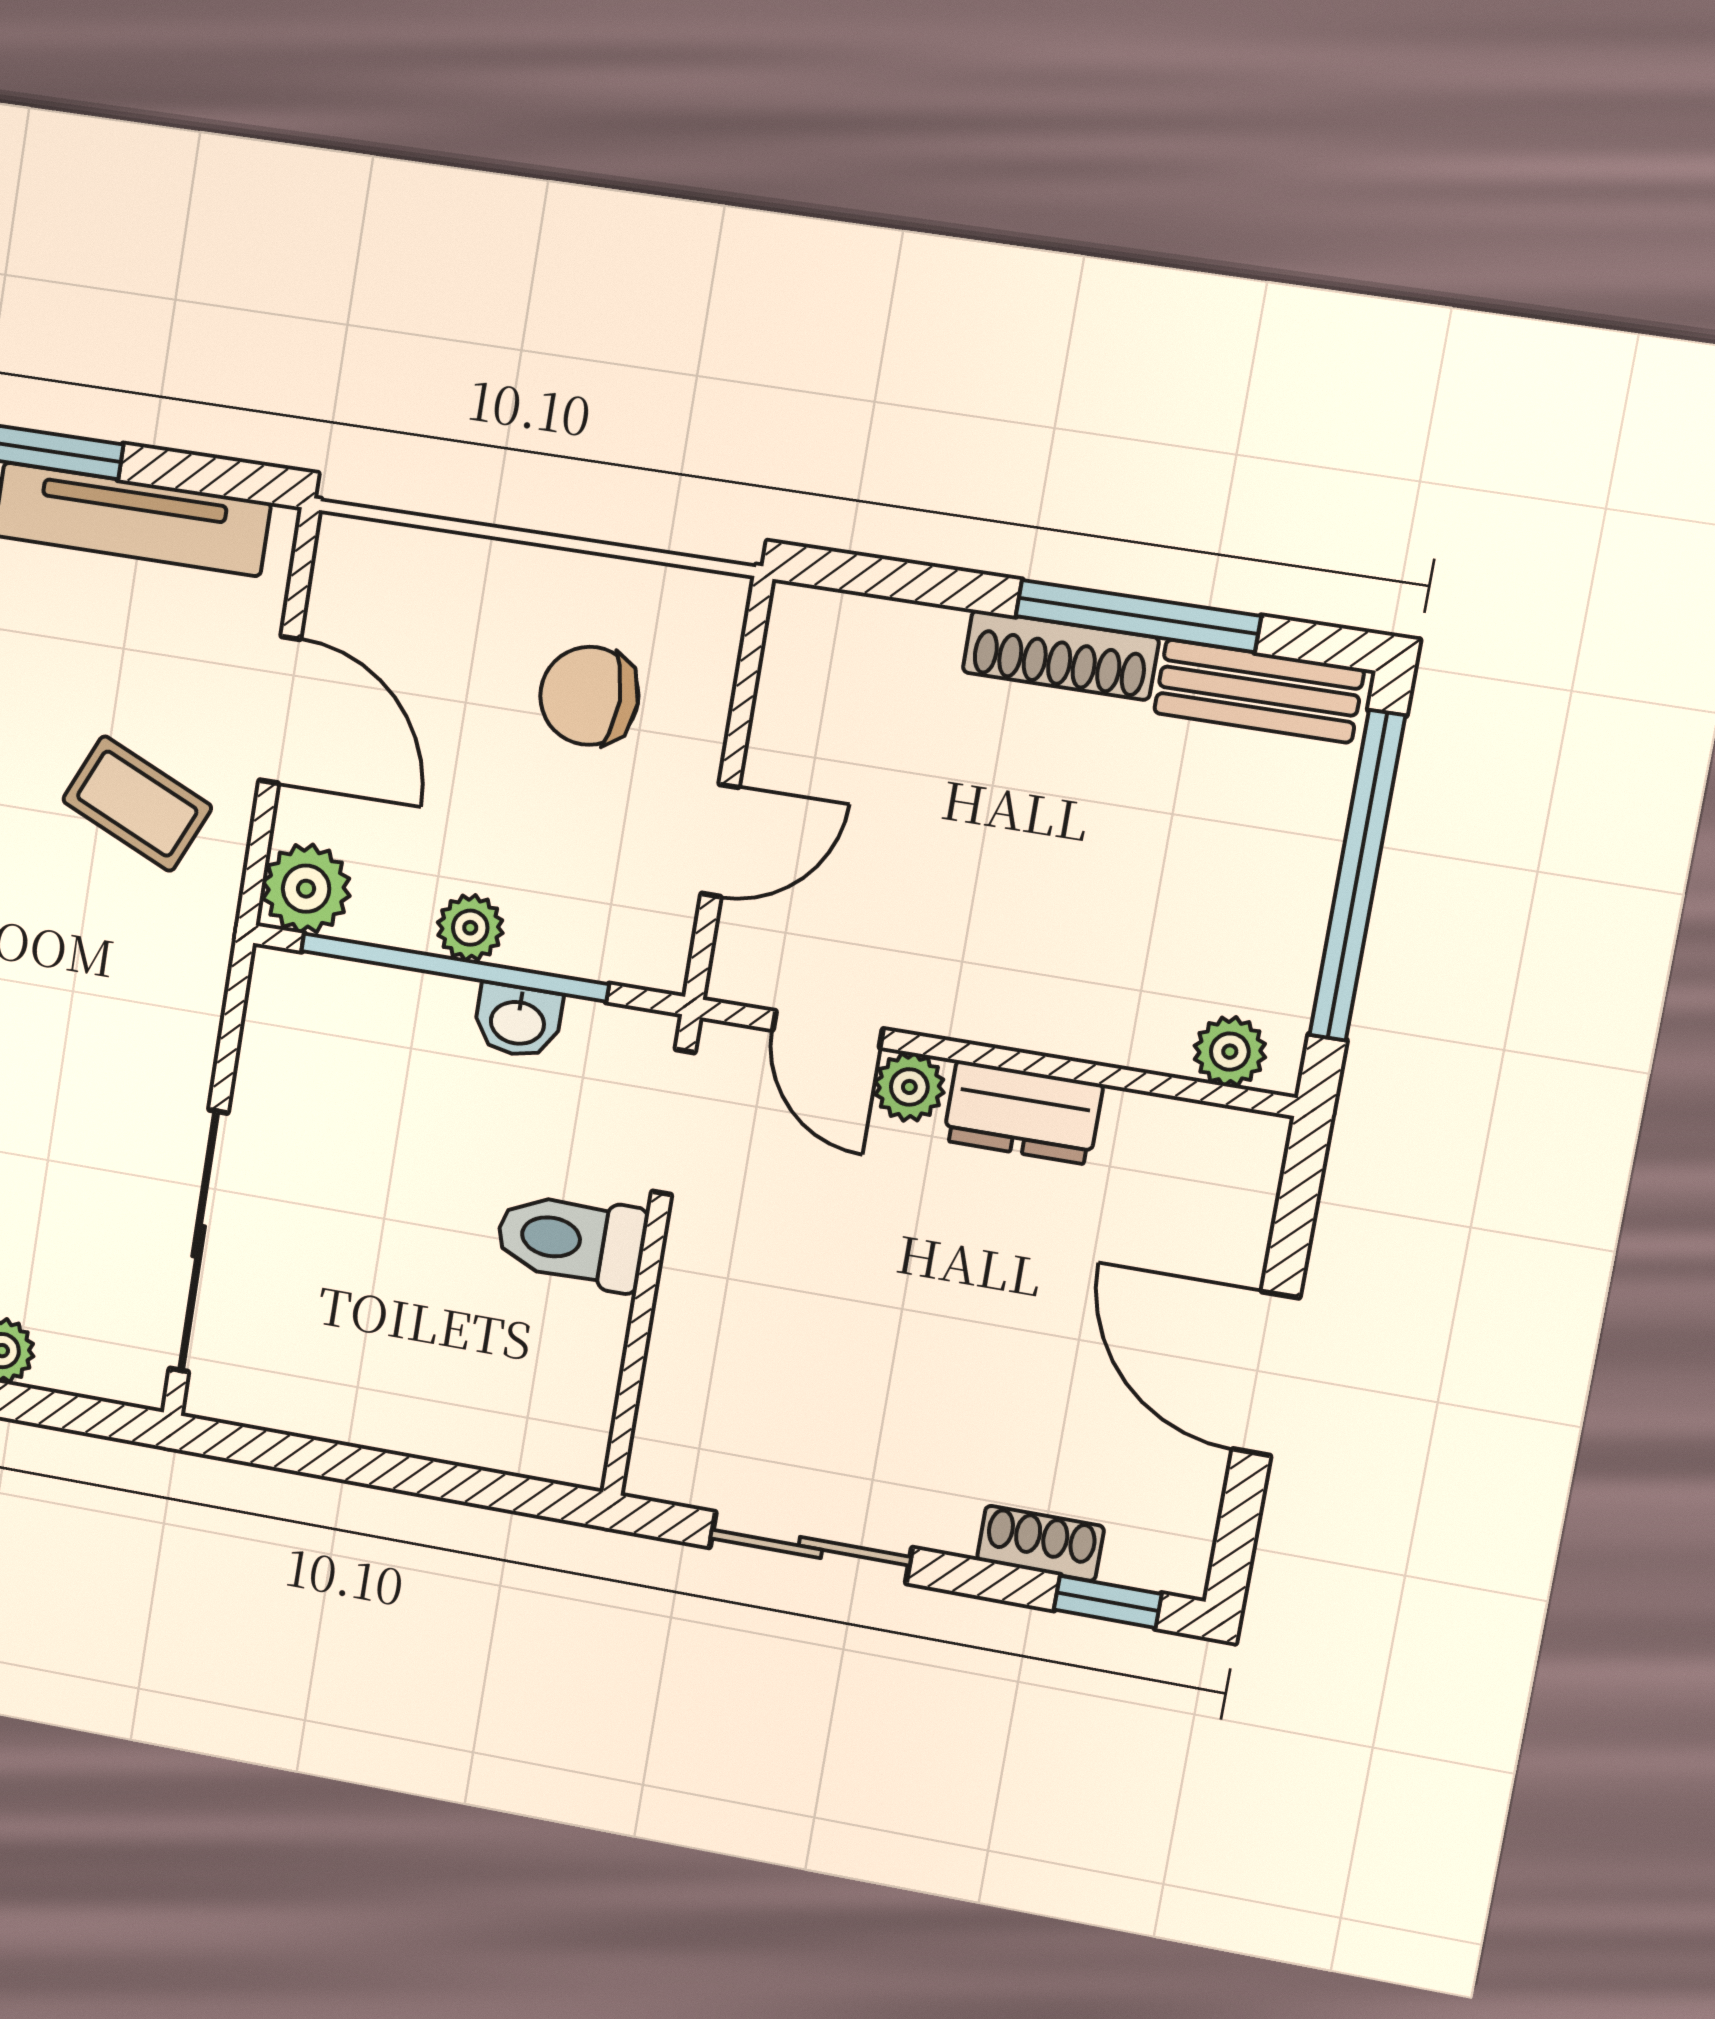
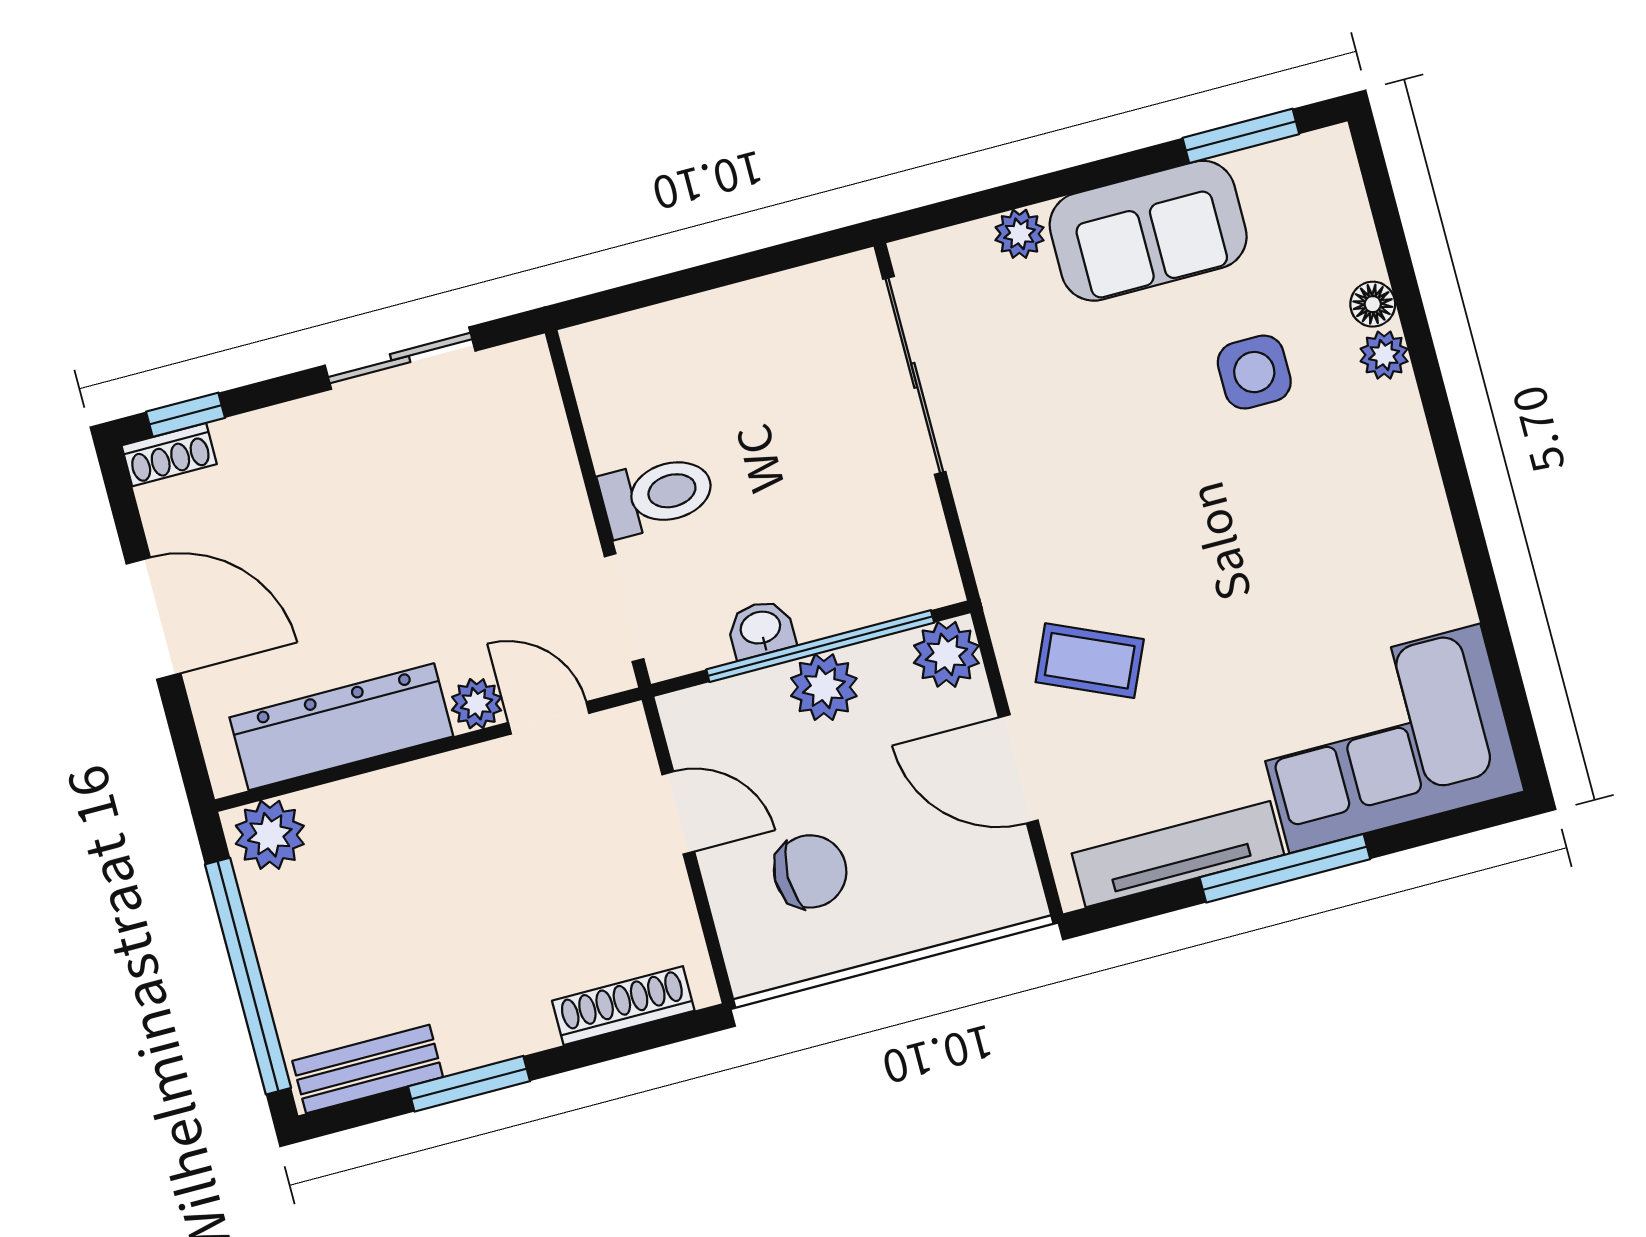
window: (1138, 616) -> (469, 1084), width x0.69
shoe rack: (1061, 655) -> (623, 1006), moved
door: (720, 840) -> (678, 813), swing flipped
plant: (470, 928) -> (824, 687), width x1.38, depth x1.38
plant: (1230, 1052) -> (270, 835), width x1.38, depth x1.38
dresser: (1023, 1113) -> (341, 727), width x1.96, depth x1.24
shoe rack: (1040, 1543) -> (169, 455), moved

